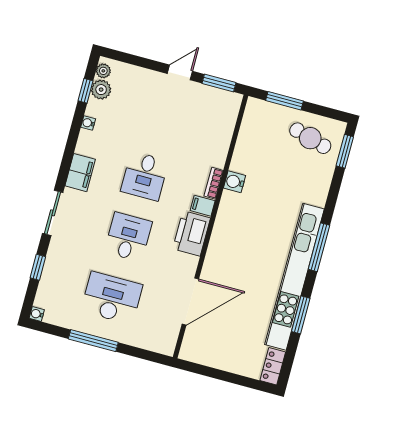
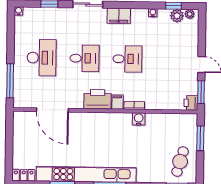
printer: (231, 101) -> (191, 103), added
desk: (145, 176) -> (127, 59), turned 180
window: (93, 341) -> (10, 81), moved

